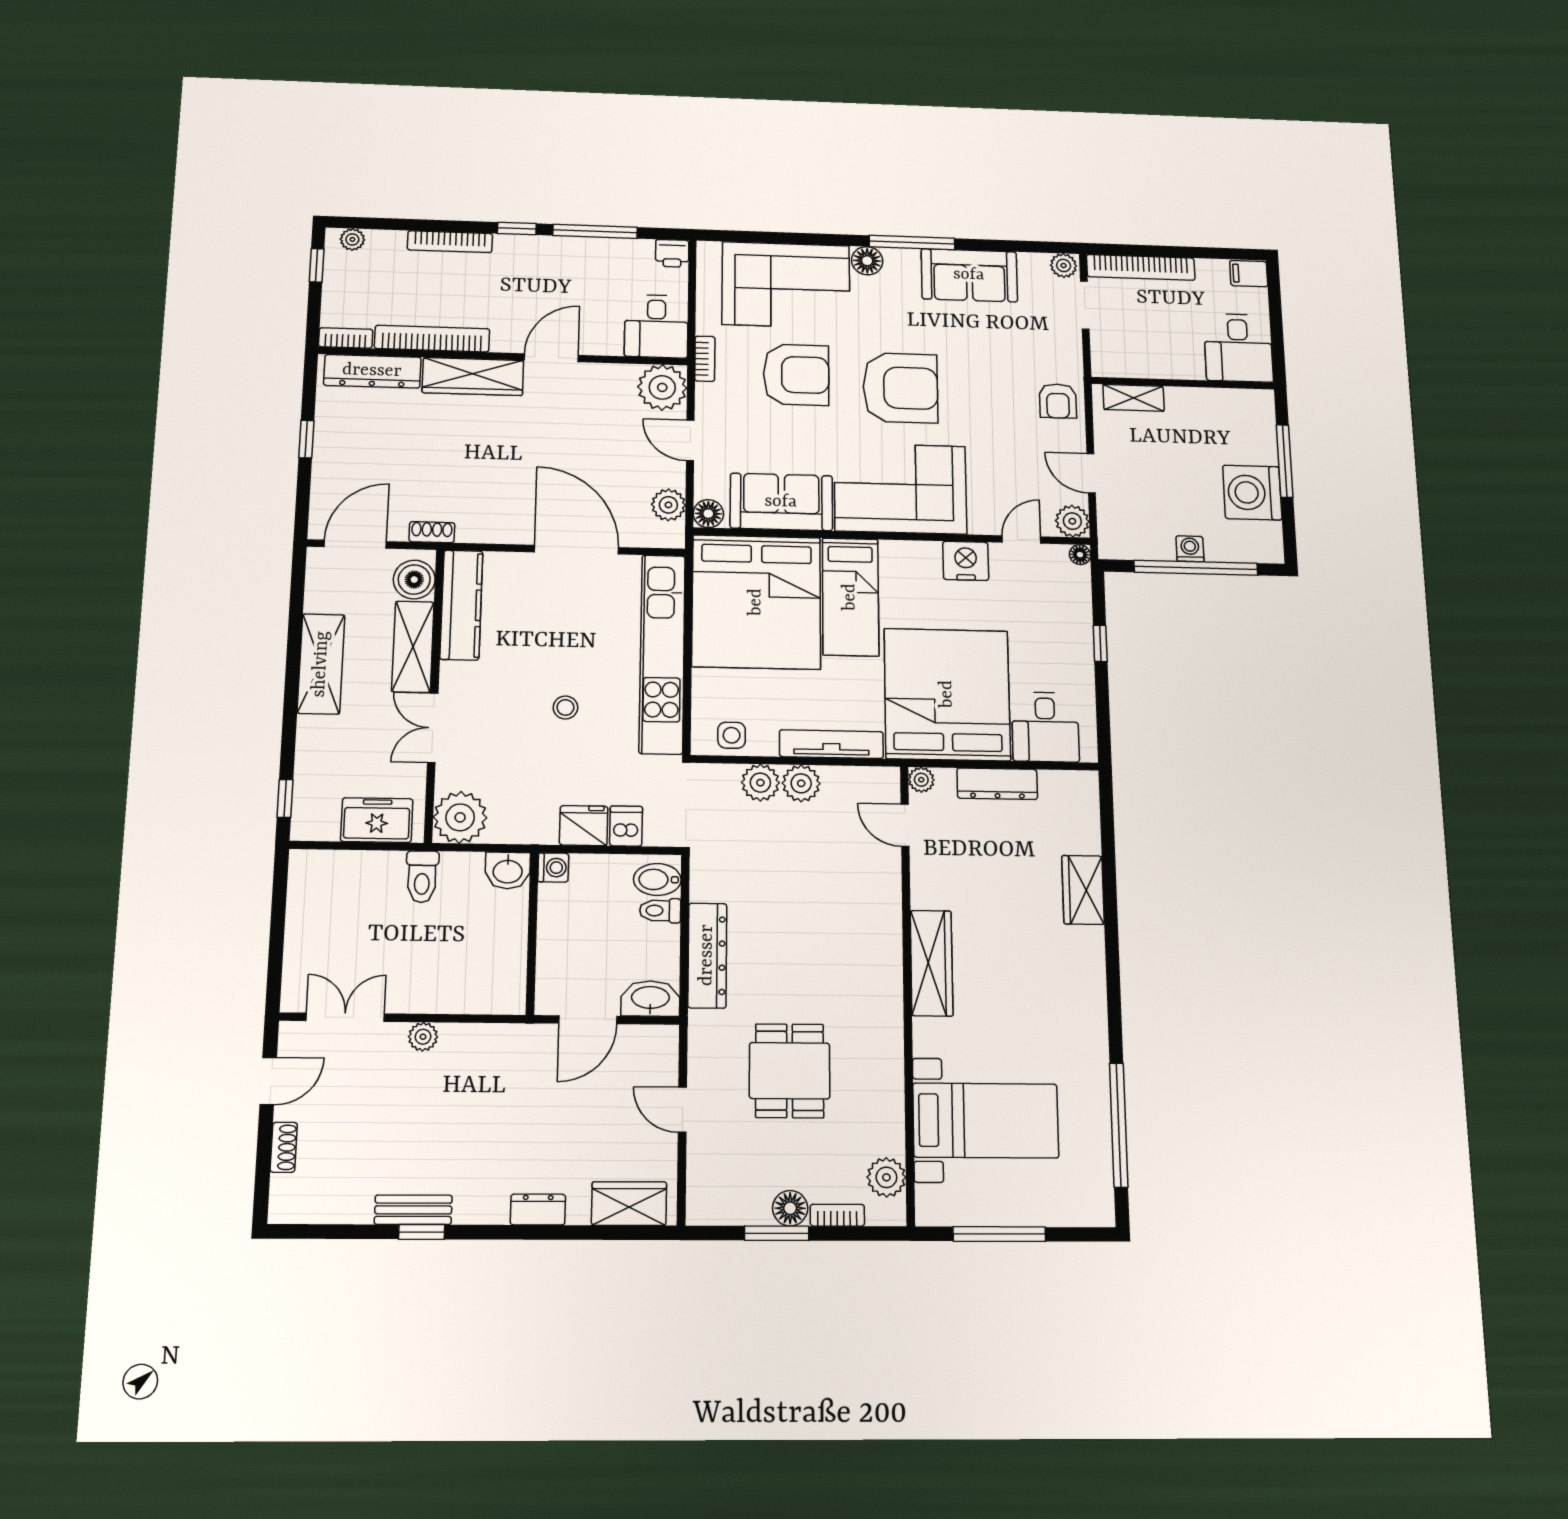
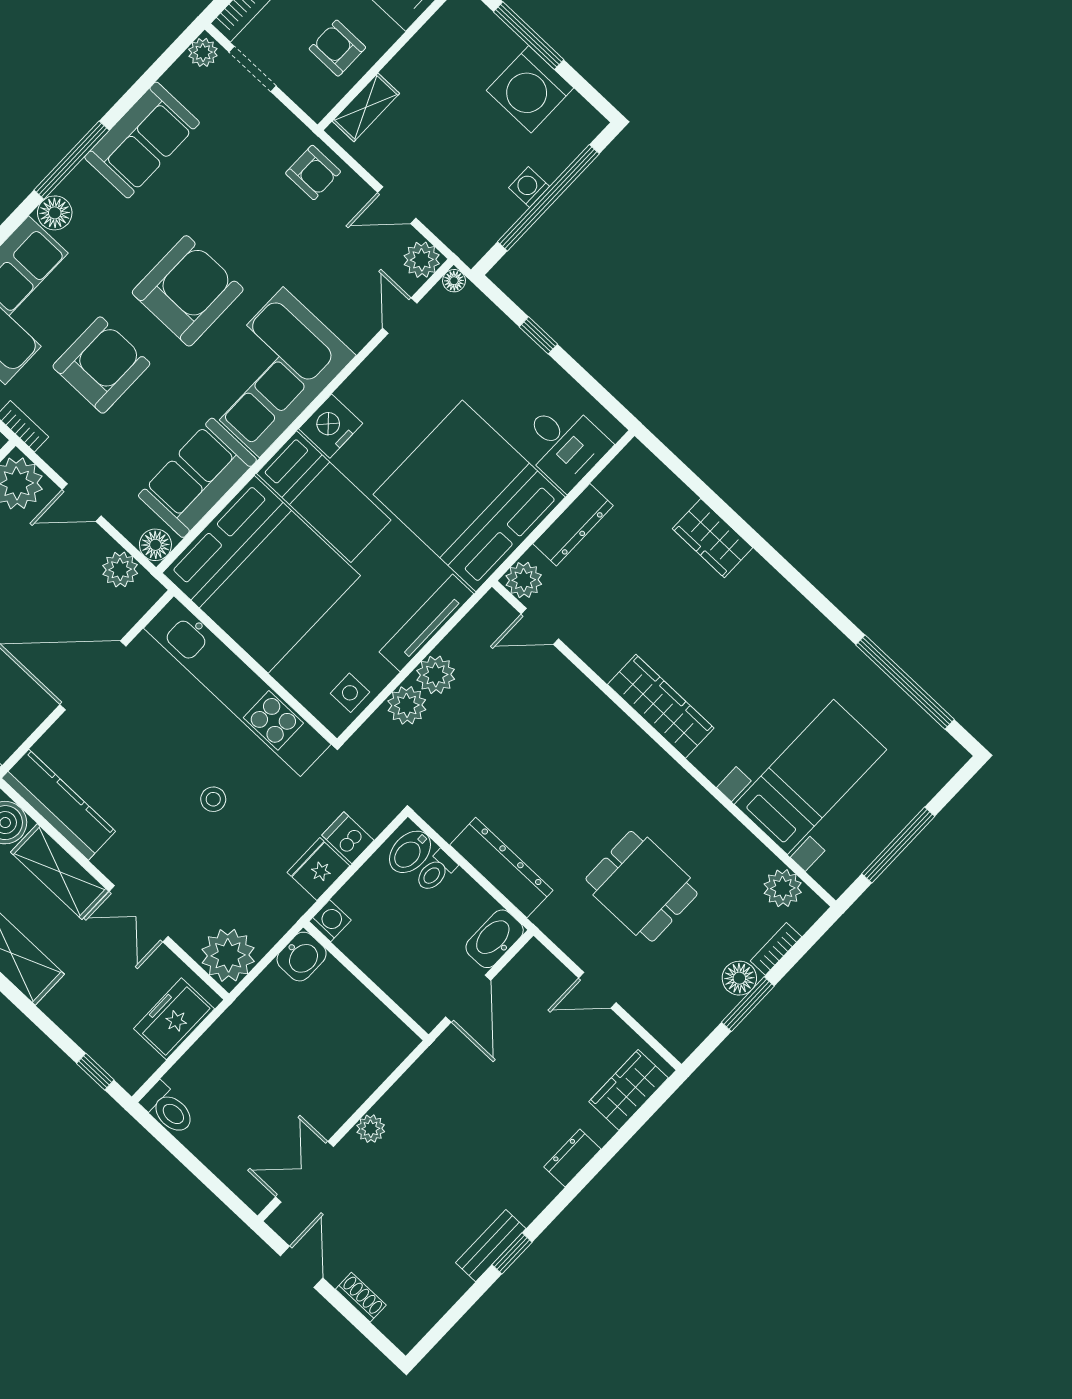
armchair: (1152, 347) -> (337, 48), added
nightstand: (966, 561) -> (331, 426), moved
plant: (921, 780) -> (524, 580), width x1.38, depth x1.38
toilet: (422, 877) -> (168, 1109), moved

